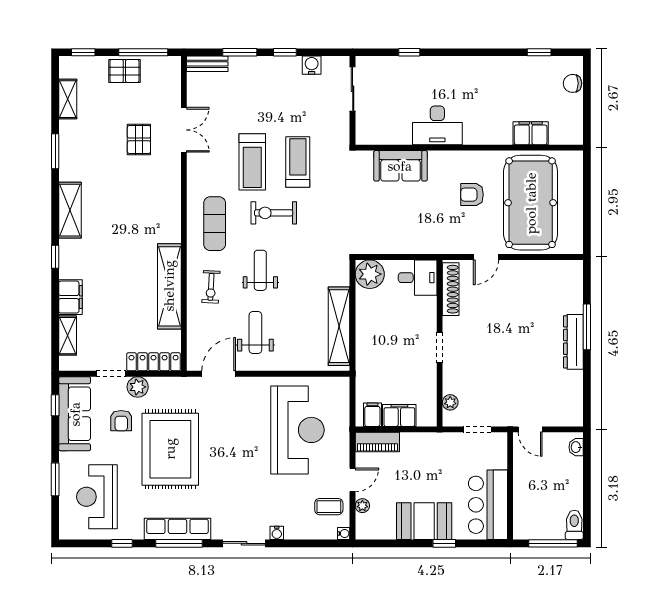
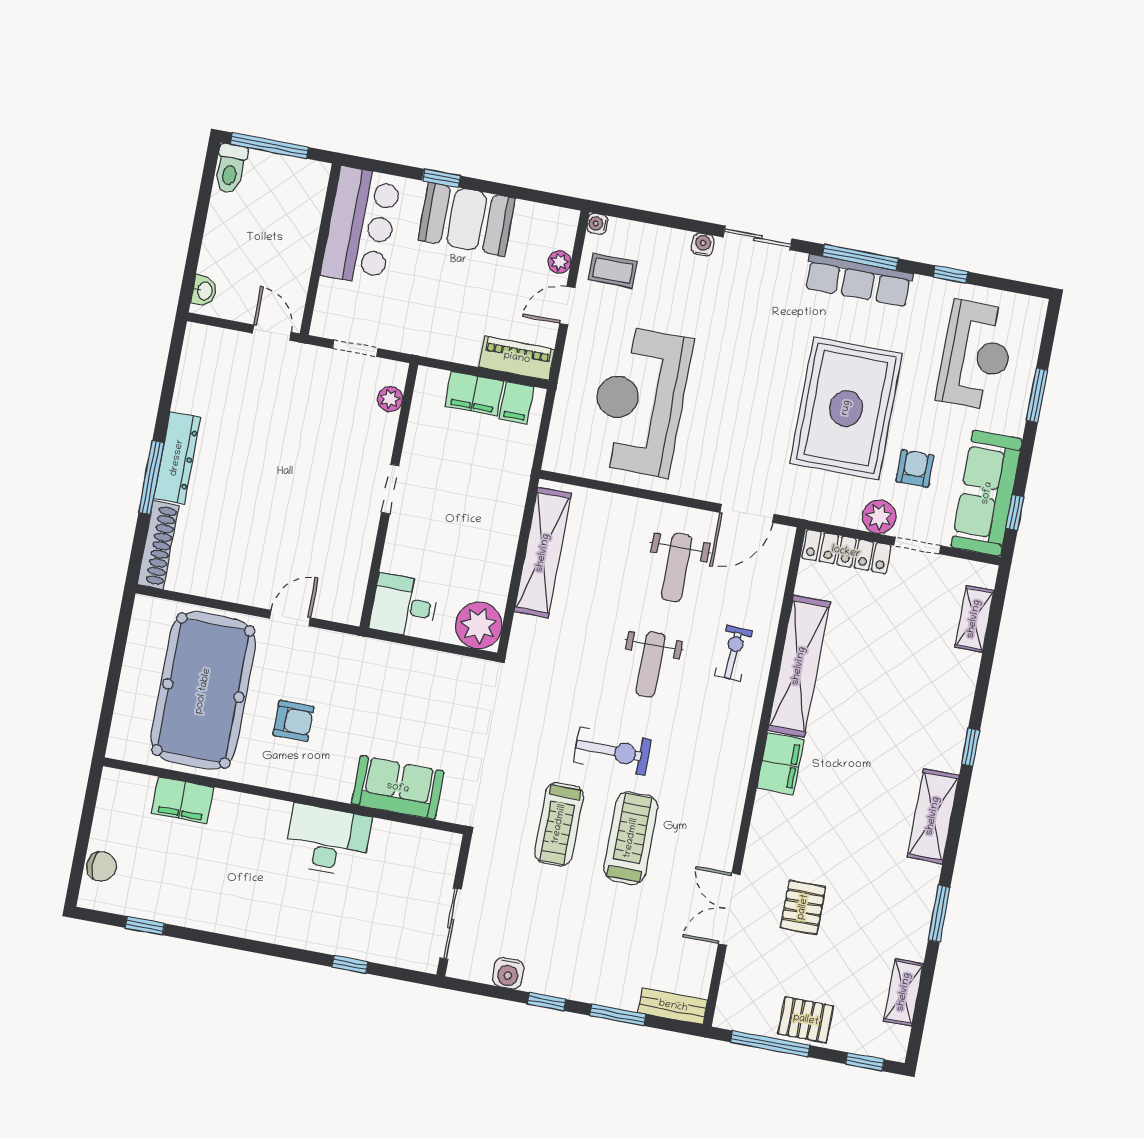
exercise mat: (215, 224) -> (709, 752), removed
shoe rack: (451, 289) -> (158, 545), moved, turned 180
filing cabinet: (70, 297) -> (780, 764), moved, turned 180

